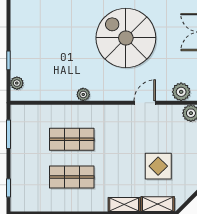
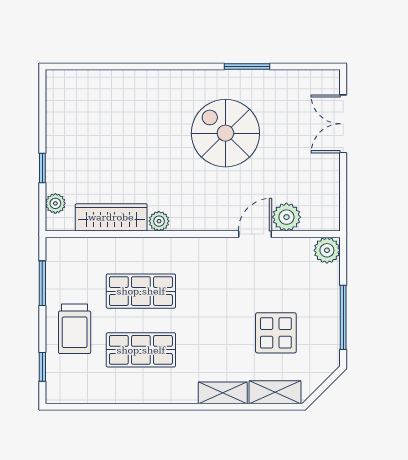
spiral stairs: (126, 38) -> (225, 133), width x0.73, depth x0.73
wardrobe: (53, 92) -> (111, 217), added
plant: (181, 92) -> (286, 217), moved
trolley: (29, 163) -> (75, 329), added

